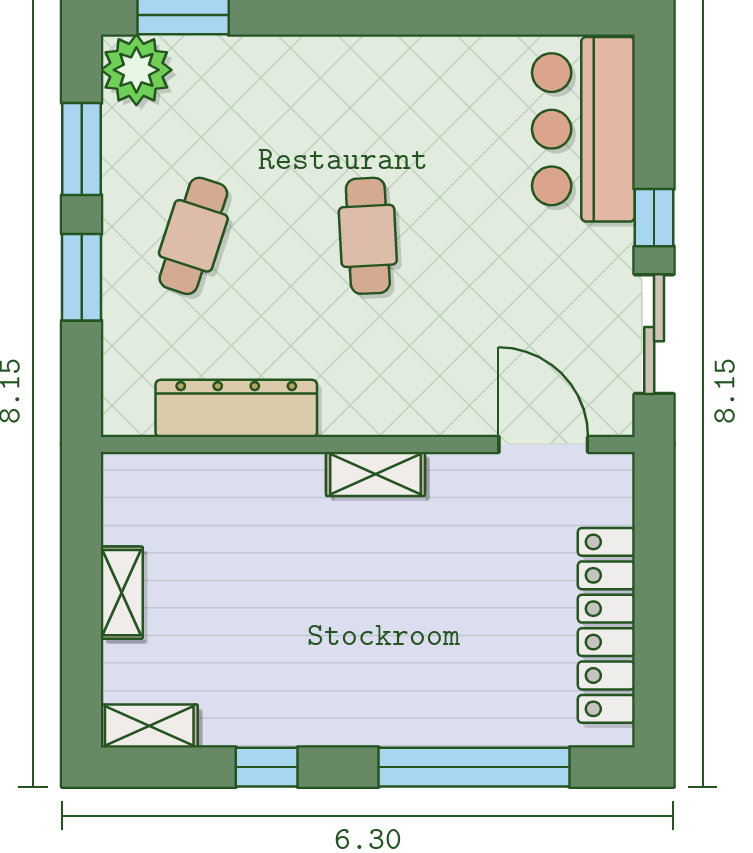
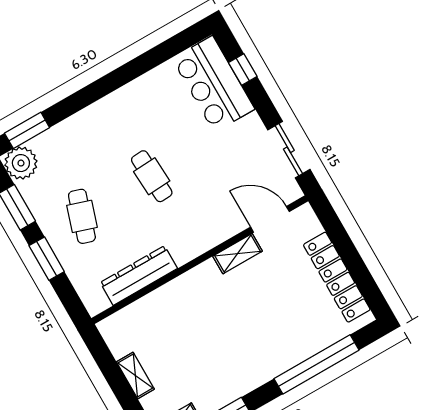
window: (654, 218) -> (243, 69), moved
shelving: (375, 474) -> (238, 254), moved

